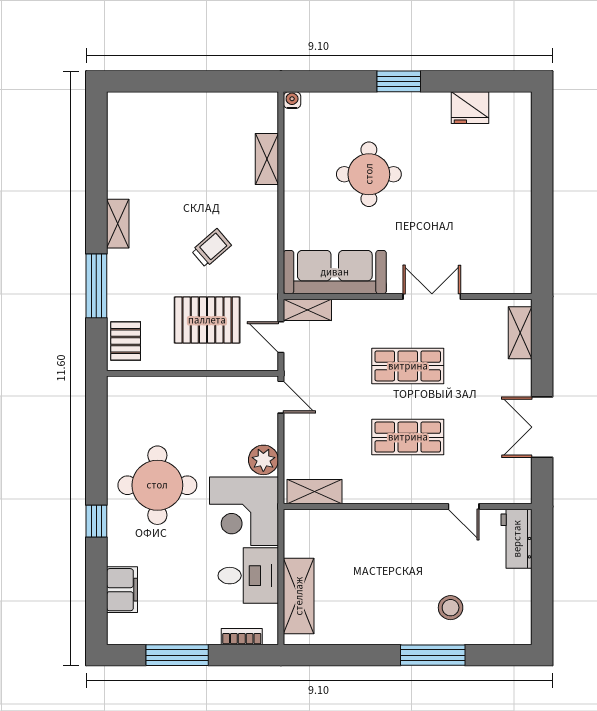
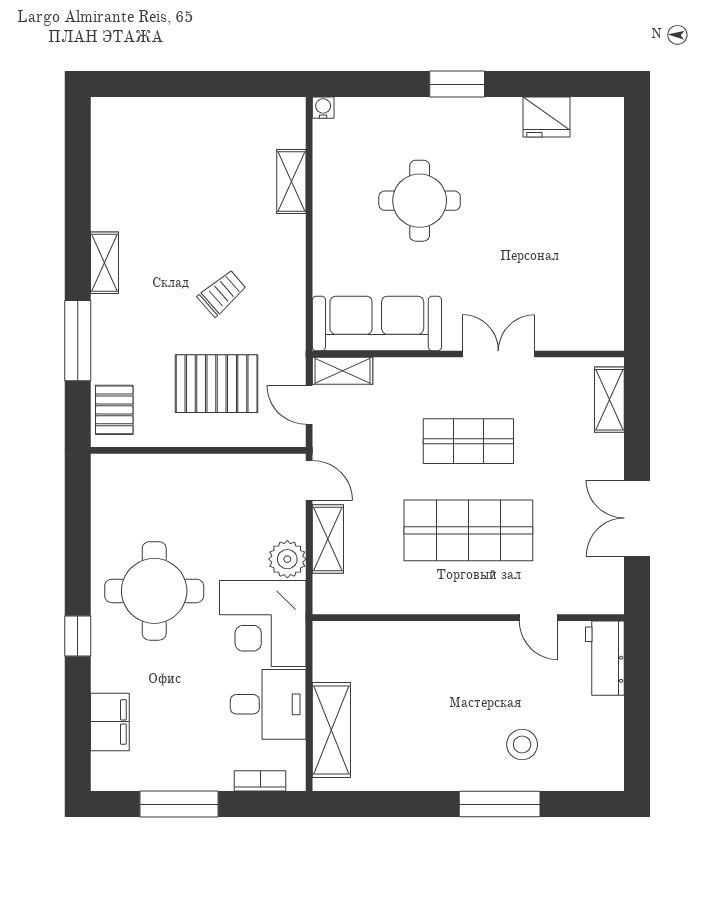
shop shelf: (408, 437) -> (468, 530), width x1.43, depth x1.36
shelving: (315, 492) -> (328, 539), moved, turned 90

